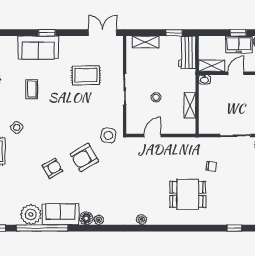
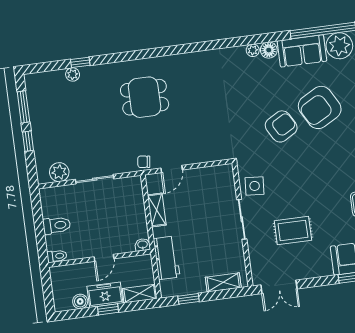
workbench: (187, 52) -> (167, 258), moved
shelving: (212, 66) -> (140, 294), moved
stool: (156, 97) -> (201, 214), removed
side table: (108, 135) -> (255, 186), moved
door: (152, 136) -> (172, 169), moved
chair: (211, 166) -> (144, 162), moved
armchair: (52, 168) -> (320, 107), width x1.88, depth x1.88
plant: (142, 219) -> (73, 74), moved

